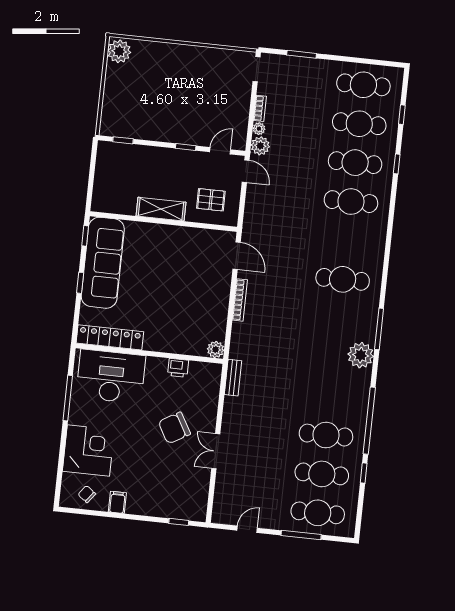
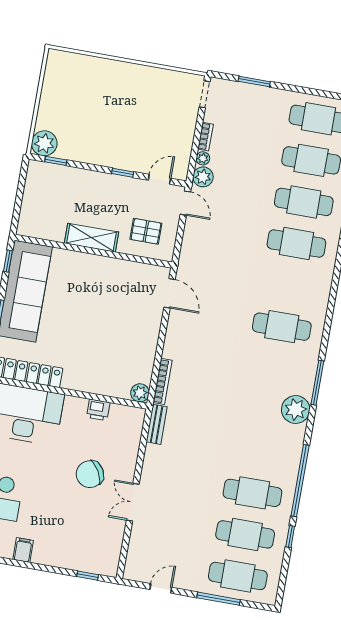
plant: (119, 51) -> (44, 143), moved
bookcase: (240, 300) -> (163, 381), moved

